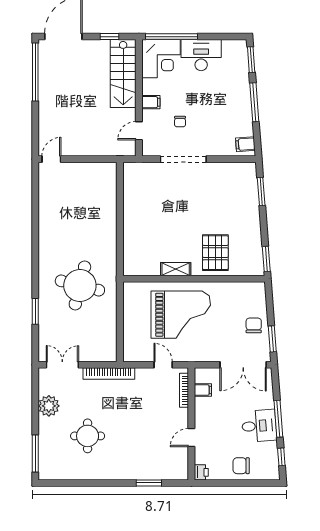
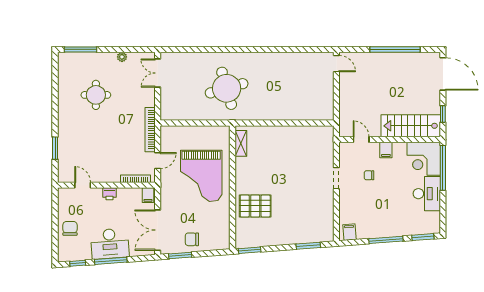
window: (35, 72) -> (395, 49), moved
doorway: (183, 159) -> (336, 178), width x0.53
shelving: (176, 269) -> (241, 143), moved
round table: (80, 285) -> (227, 88), turned -30
window: (35, 311) -> (204, 49), removed
chair: (254, 325) -> (192, 239), turned 180
double door: (62, 365) -> (158, 73), swing flipped
bookcase: (109, 374) -> (150, 130), moved
filing cabinet: (203, 390) -> (148, 195), moved
plant: (49, 406) -> (122, 57), width x0.53, depth x0.53
desk: (259, 426) -> (110, 244), width x1.37
door: (191, 438) -> (83, 185), moved
printer: (201, 472) -> (109, 194), moved

